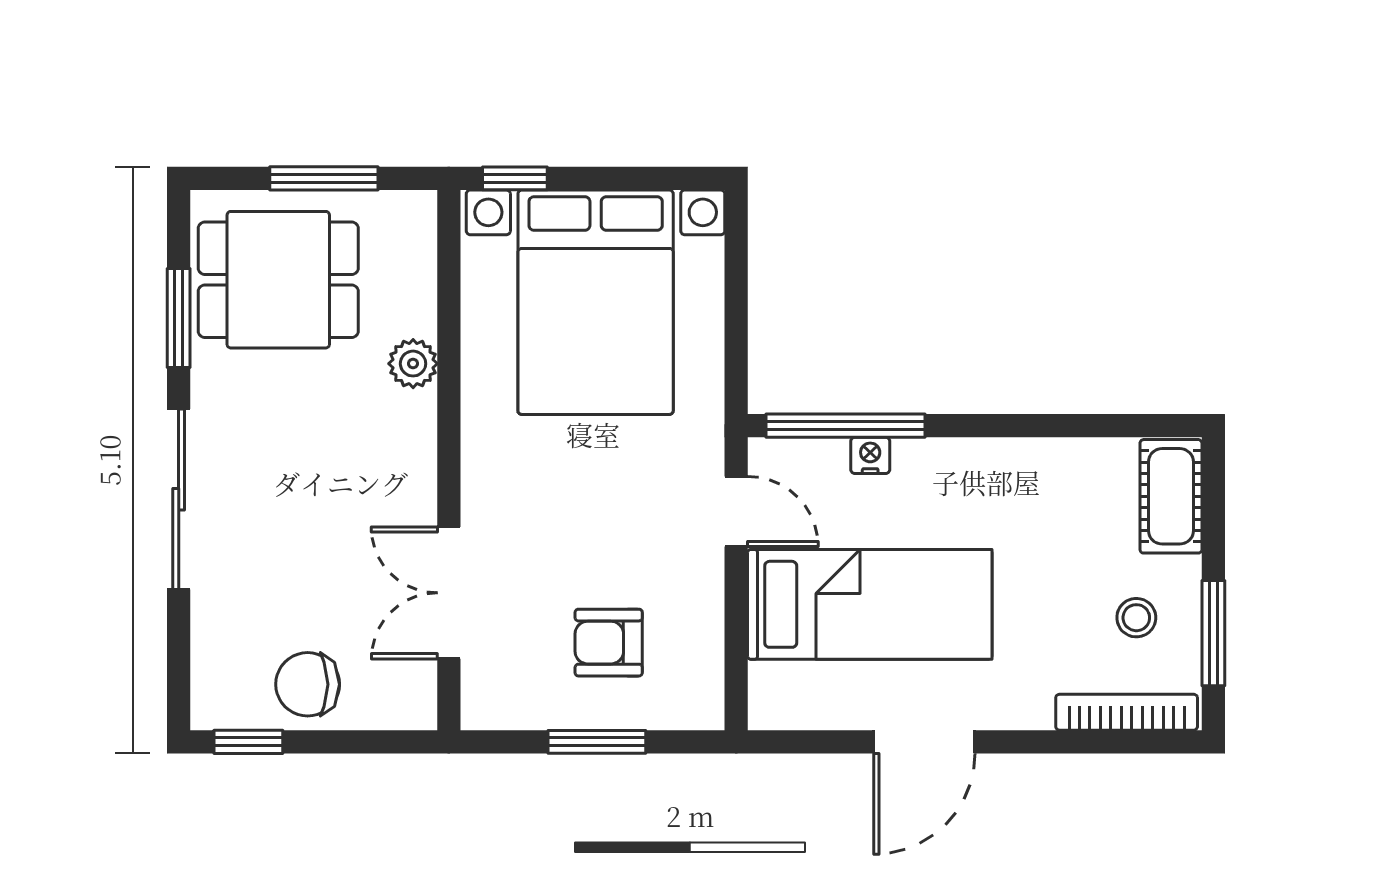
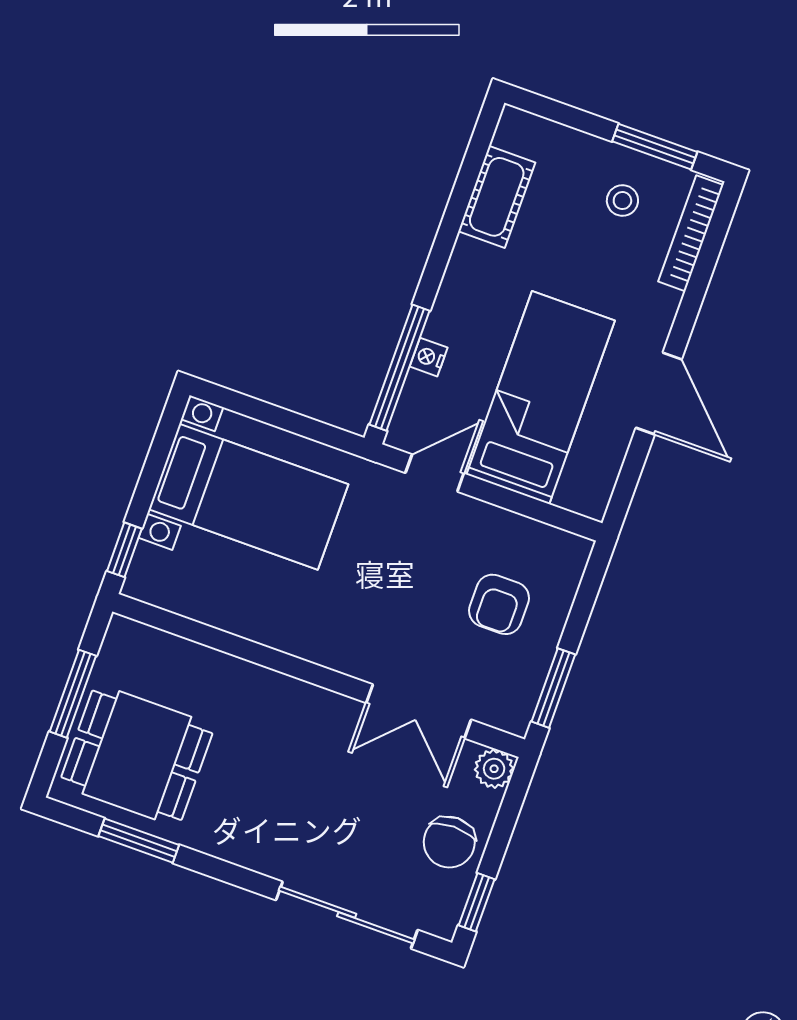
dining table: (278, 280) -> (137, 755), turned 90
bed with nightstands: (596, 302) -> (249, 497), width x0.73
plant: (413, 364) -> (494, 769), moved
cot: (1171, 496) -> (497, 197), moved, turned 90
sliding door: (179, 499) -> (347, 915), moved
window: (597, 742) -> (553, 688), moved

